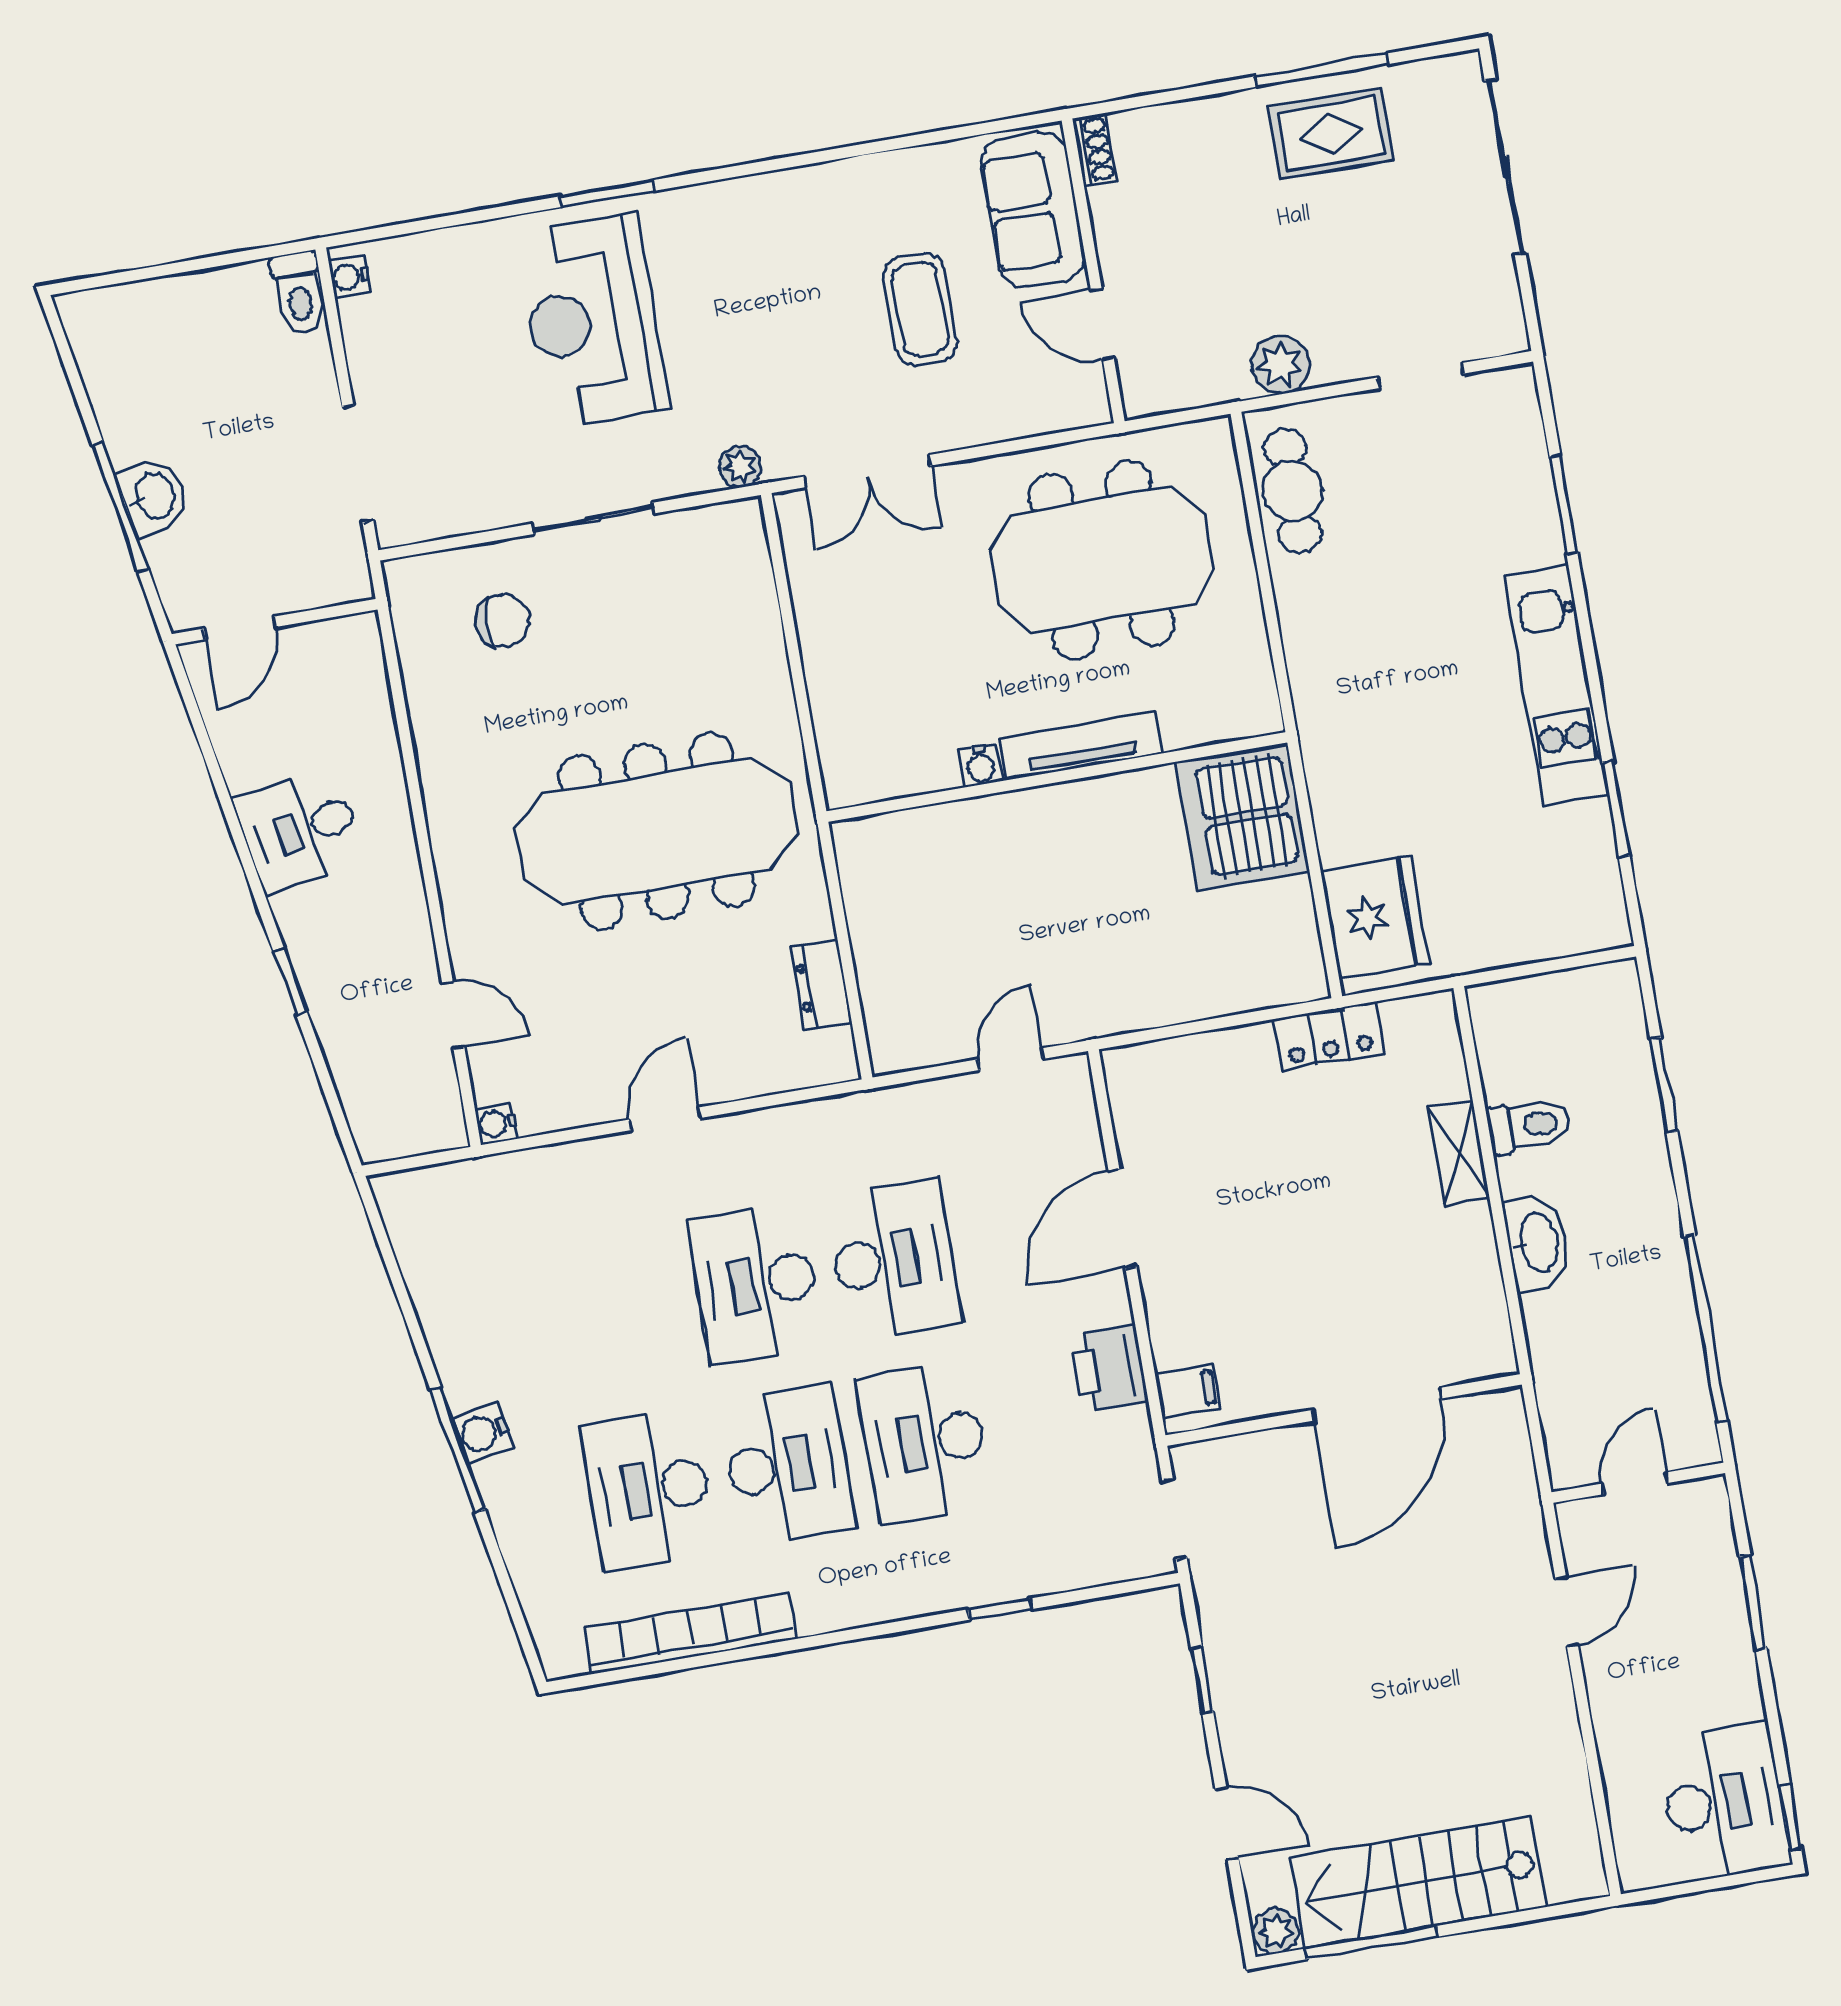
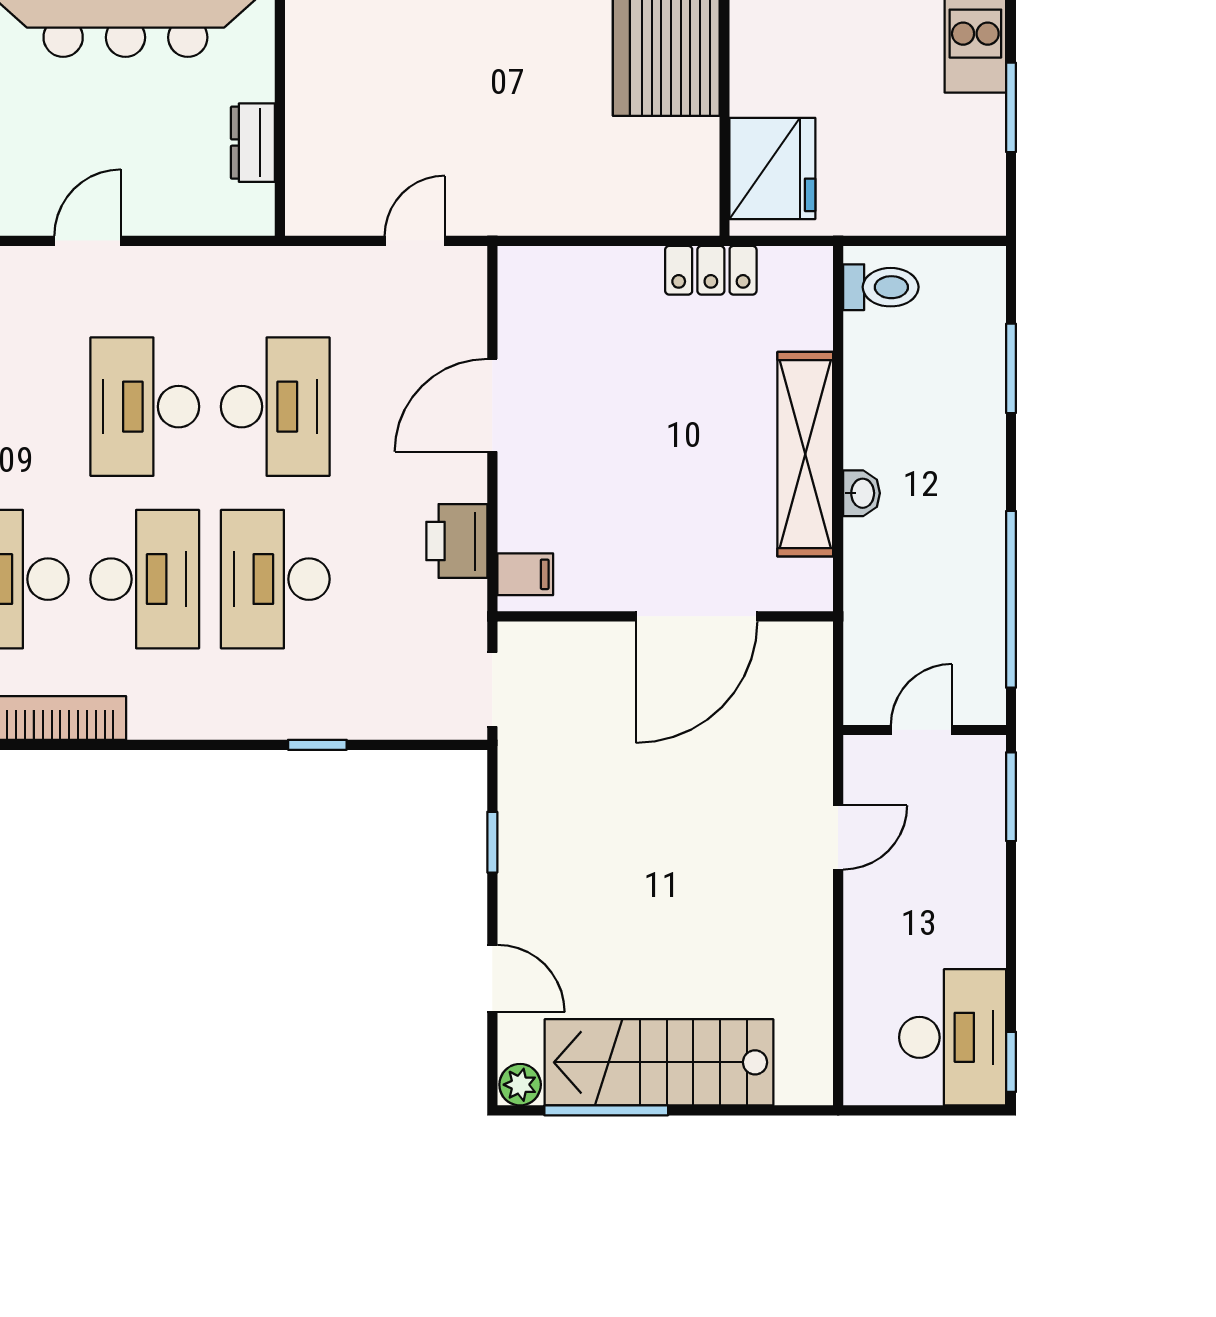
toilet: (1529, 1126) -> (881, 287), moved
shelving: (1459, 1153) -> (805, 454), width x2.20, depth x1.33
washbasin: (1537, 1243) -> (862, 493), width x0.52, depth x0.69
window: (1753, 1603) -> (1011, 797), moved

